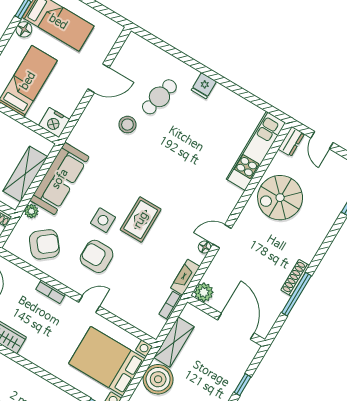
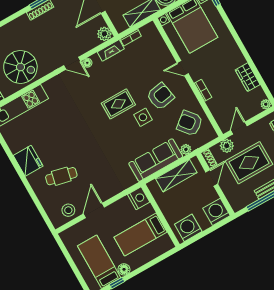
door: (98, 78) -> (94, 210), hinge flipped
fridge: (204, 86) -> (28, 161), width x1.88, depth x1.34
stool: (127, 125) -> (68, 210), moved
armchair: (97, 256) -> (160, 96), turned -100

